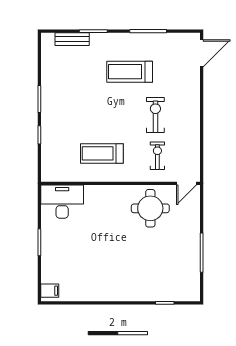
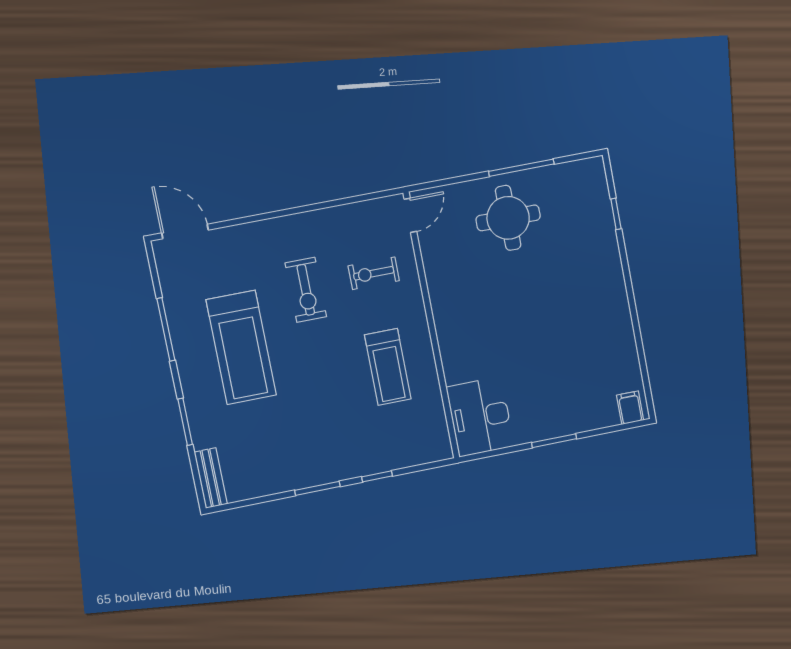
bench: (72, 39) -> (211, 478), moved
treadmill: (130, 72) -> (241, 347), width x1.37, depth x1.38
exercise bike: (155, 115) -> (306, 290), turned -90
door: (187, 183) -> (410, 215), hinge flipped
round table: (150, 208) -> (508, 218), moved

